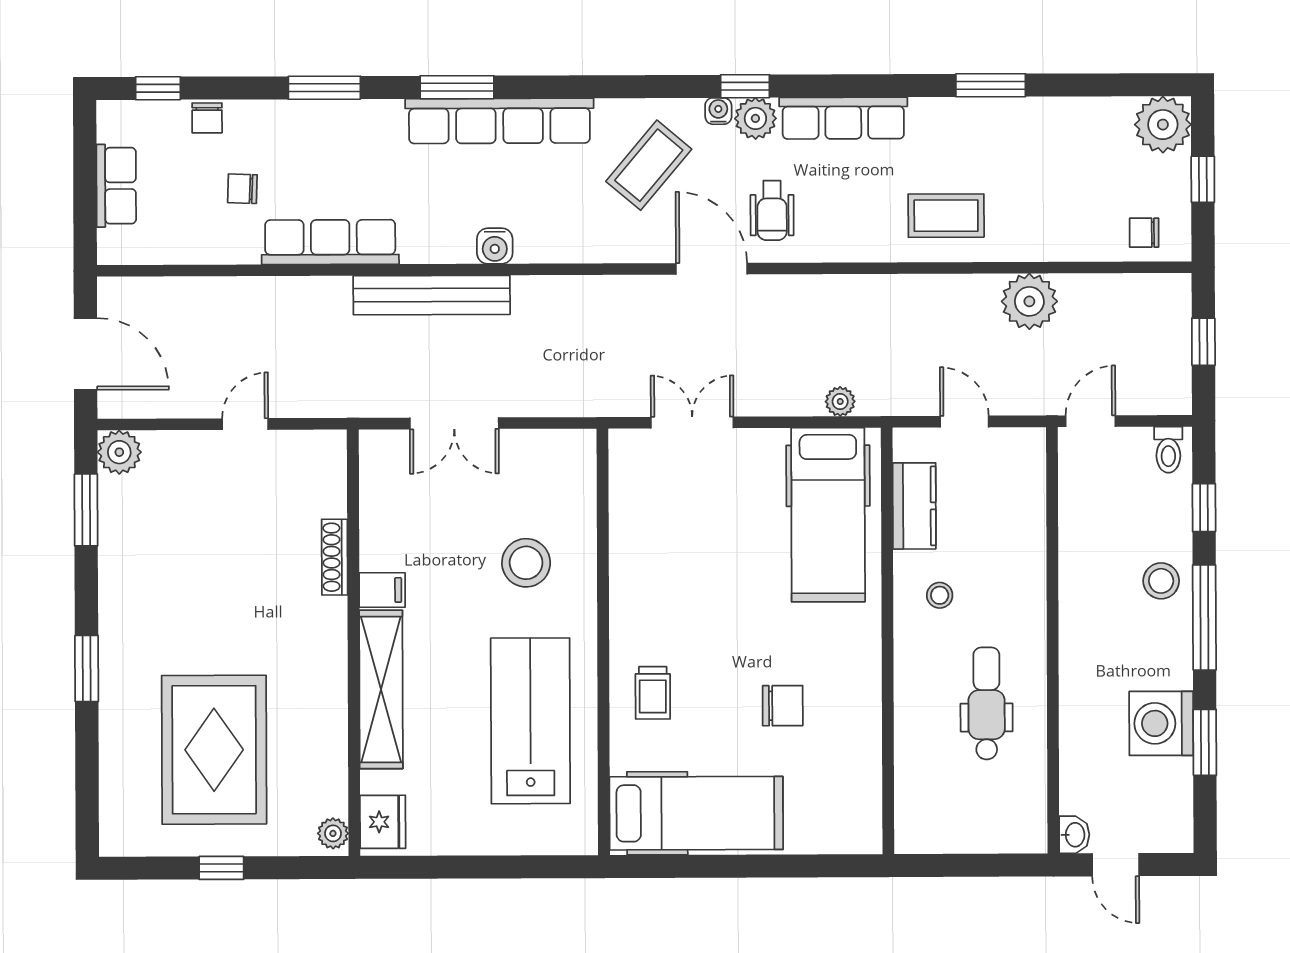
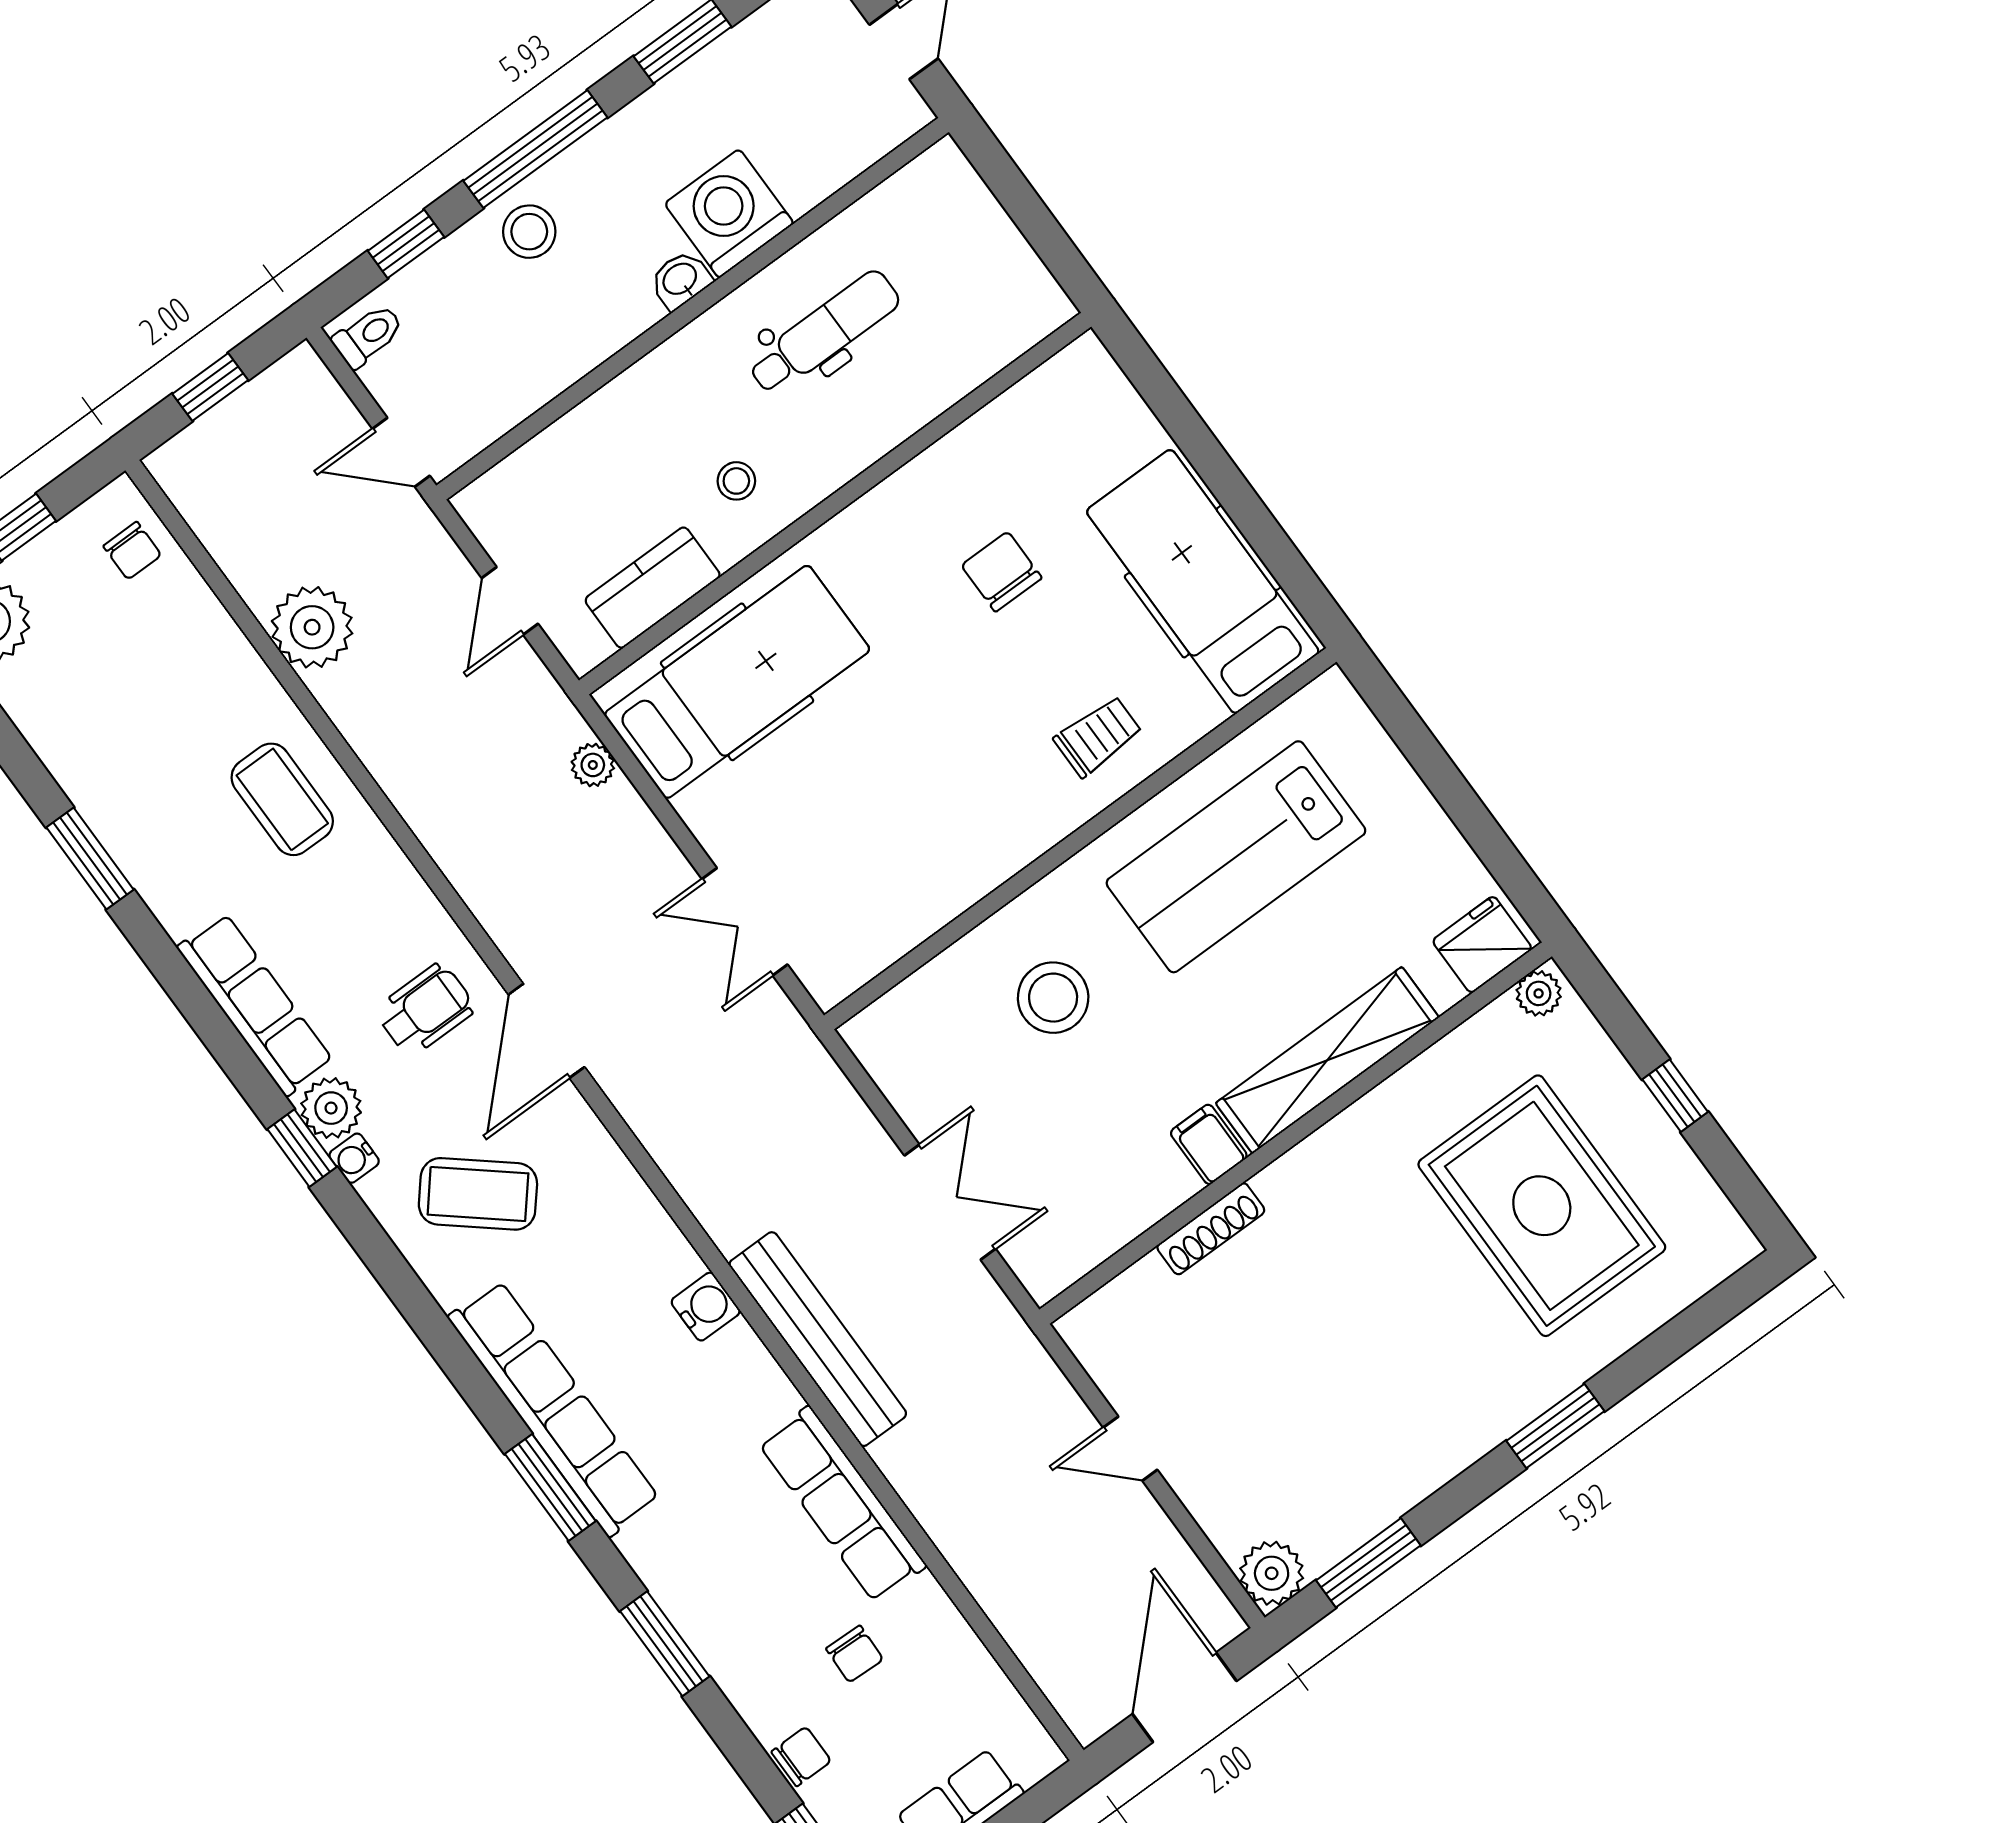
dental chair: (987, 703) -> (824, 333), turned 180
washing machine: (1161, 723) -> (729, 214), moved, turned 180
rug: (214, 750) -> (1542, 1206), turned 90
washbasin: (1074, 835) -> (680, 280), moved

